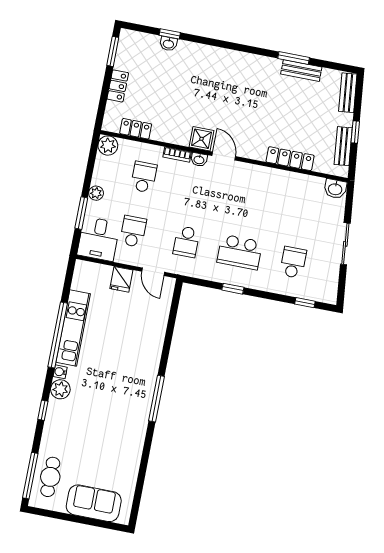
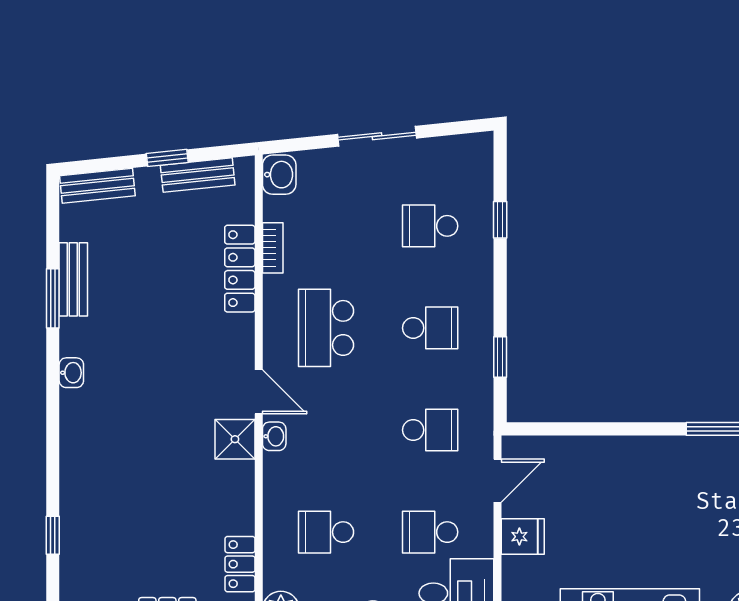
washbasin: (168, 44) -> (71, 373), moved
bookcase: (177, 155) -> (273, 248), moved
door: (224, 156) -> (259, 392), swing flipped
school desk: (250, 198) -> (326, 328), added
school desk: (240, 252) -> (430, 328), width x0.54
window: (233, 289) -> (500, 357), moved
window: (305, 303) -> (500, 220), moved

